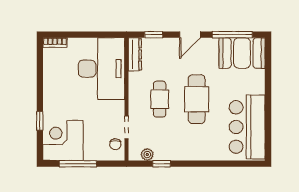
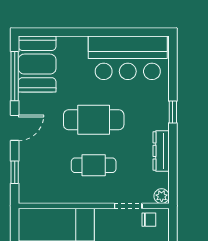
door: (190, 35) -> (15, 128), hinge flipped
dresser: (135, 54) -> (161, 151), moved, turned -90
plant: (147, 155) -> (162, 196), moved
window: (161, 164) -> (173, 112), moved

